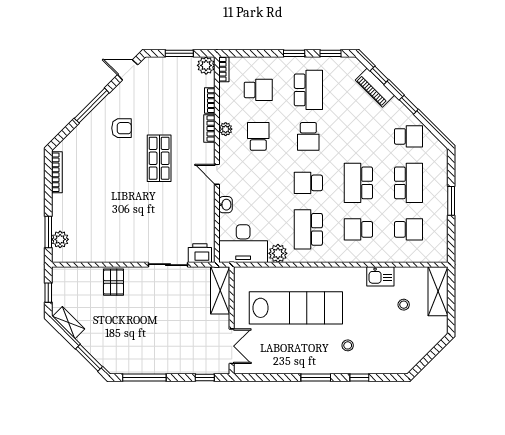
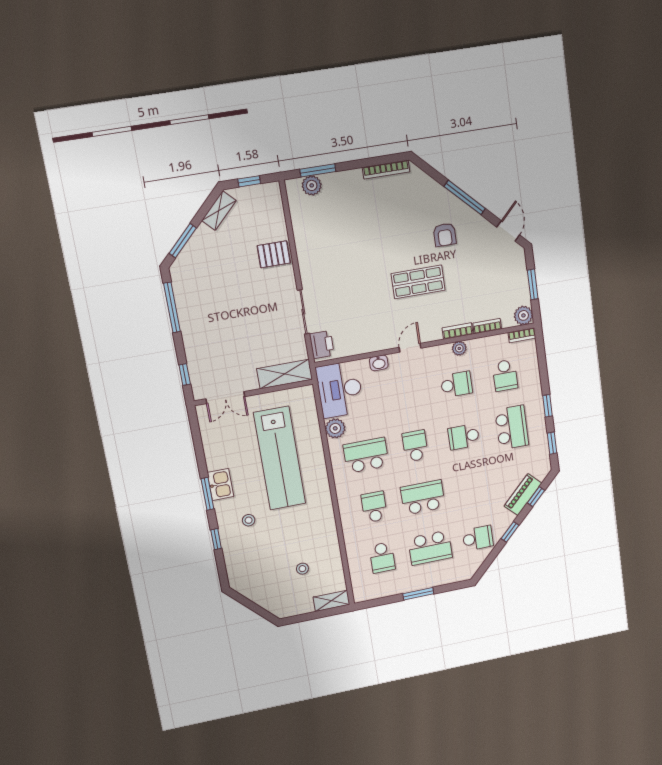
school desk: (308, 90) -> (512, 427), turned -90
school desk: (409, 136) -> (478, 538), turned -90
kitchen sink: (380, 276) -> (220, 485), moved, turned 180
shelving: (438, 291) -> (331, 601), width x0.67, depth x0.75

